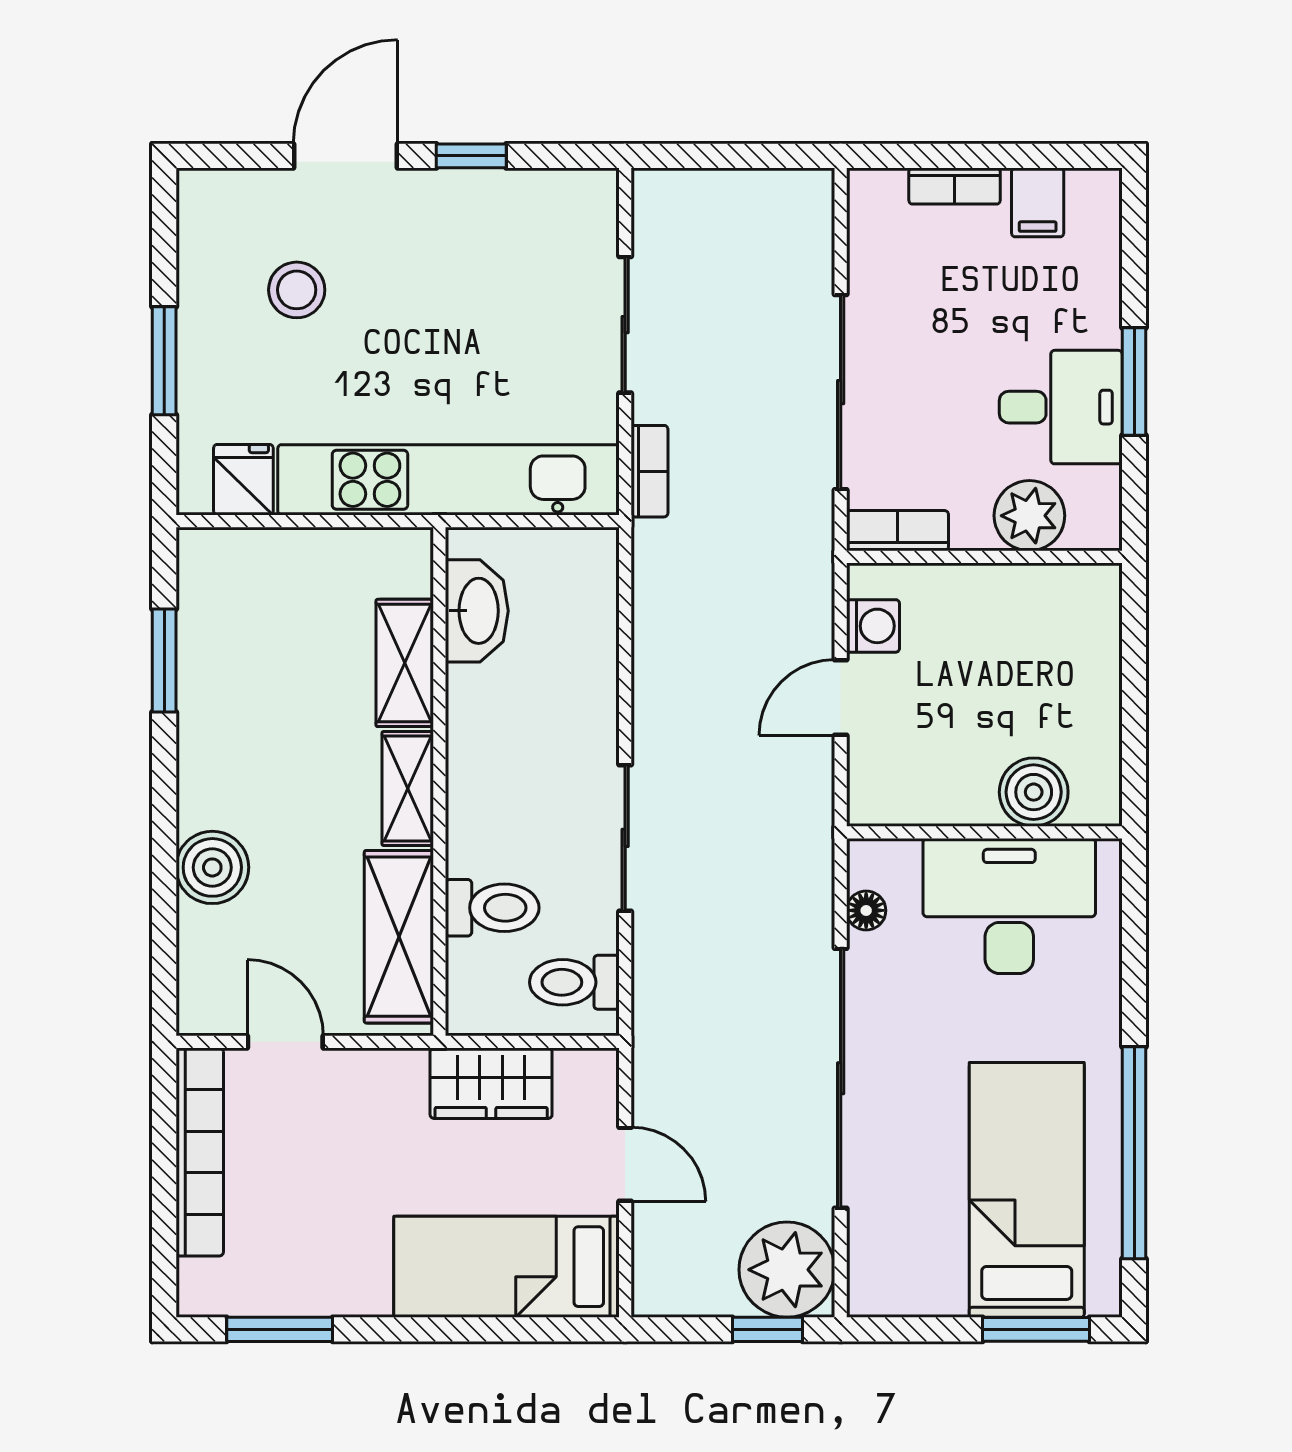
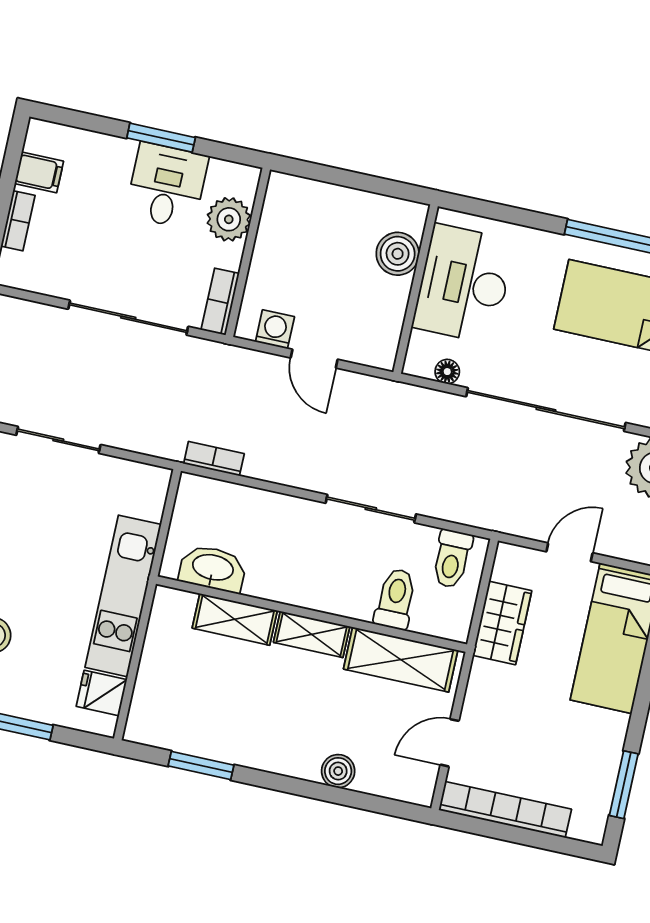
bookcase: (649, 471) -> (214, 459), moved
kitchen unit: (448, 480) -> (123, 596), width x0.73
boiler: (212, 867) -> (338, 771), width x0.73, depth x0.73

